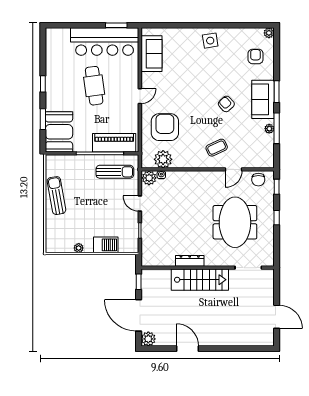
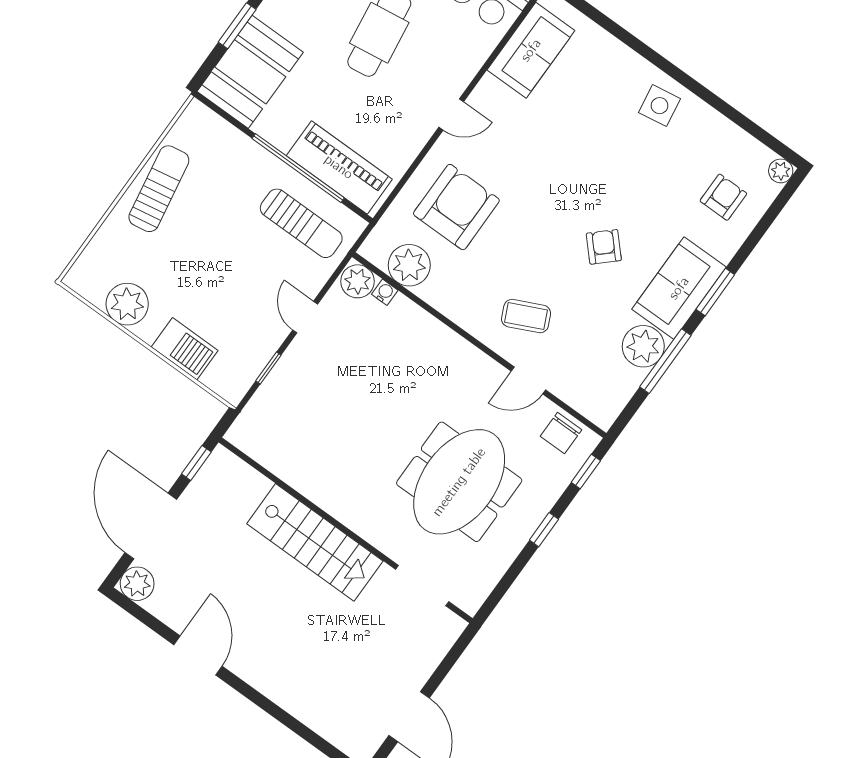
plant: (269, 129) -> (643, 346), width x1.88, depth x1.88
plant: (79, 248) -> (127, 304), width x1.88, depth x1.88
dresser: (190, 261) -> (321, 493), removed

